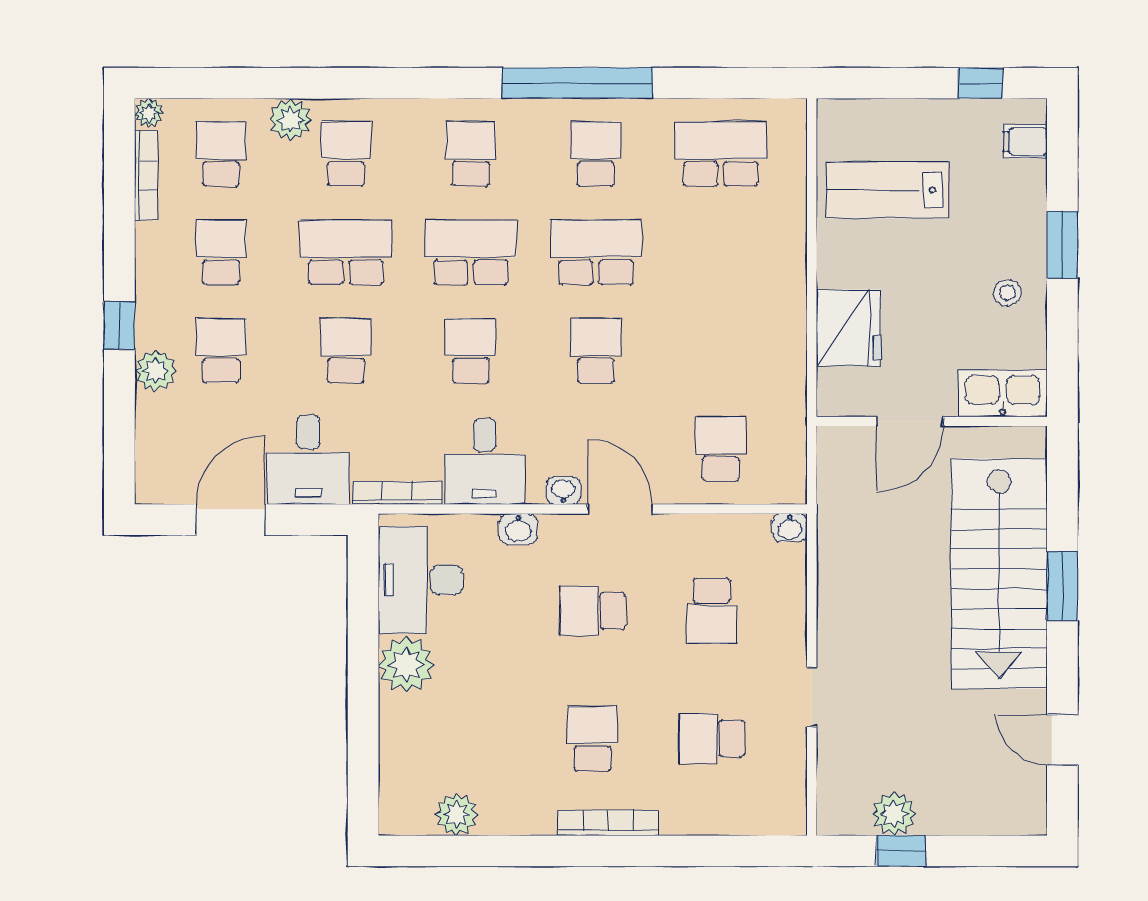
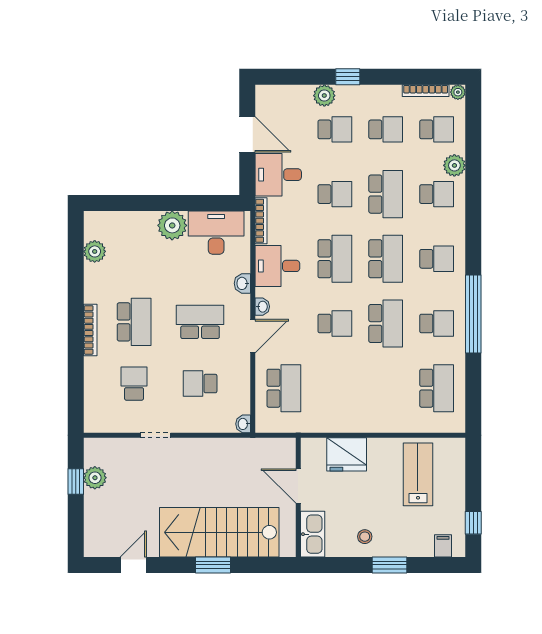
school desk: (471, 351) -> (335, 259), width x1.85
school desk: (721, 449) -> (284, 388), width x1.85
school desk: (593, 611) -> (200, 322), width x1.85
school desk: (593, 738) -> (134, 322), width x1.85

